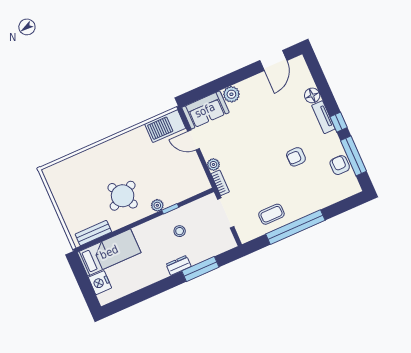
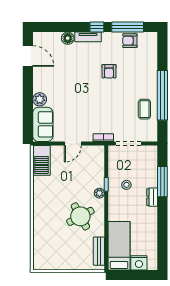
door: (194, 140) -> (73, 144), moved
plant: (213, 164) -> (87, 137), removed

